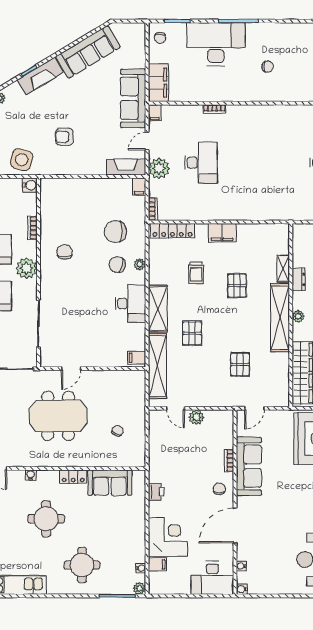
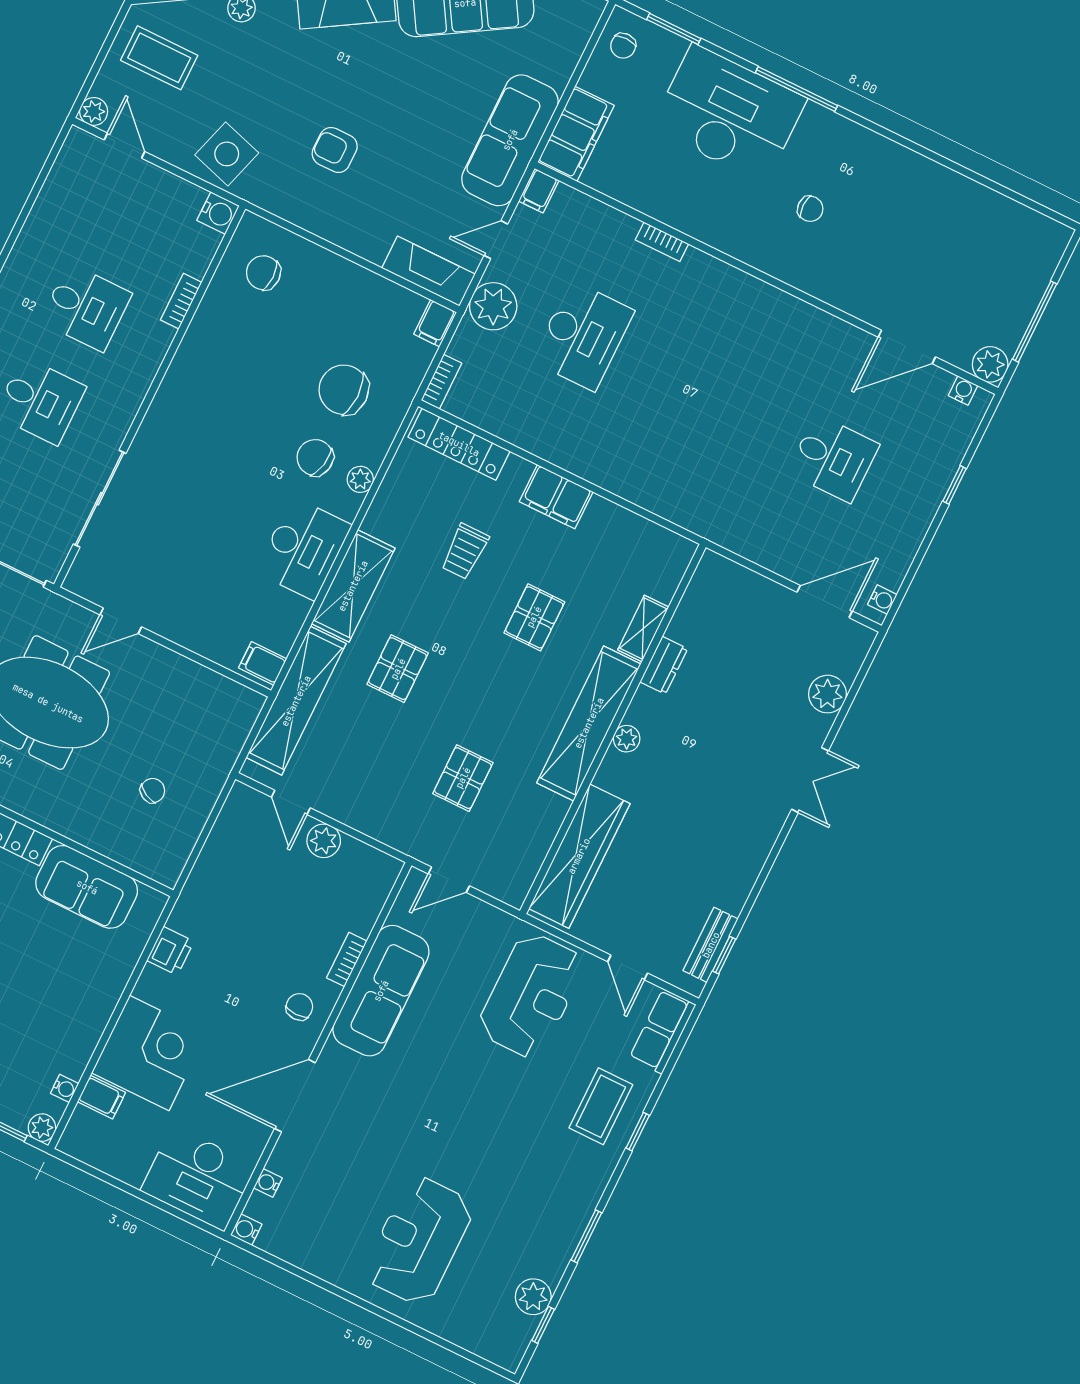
chair: (65, 252) -> (263, 273), moved, turned -90
plant: (26, 268) -> (130, 376), removed

